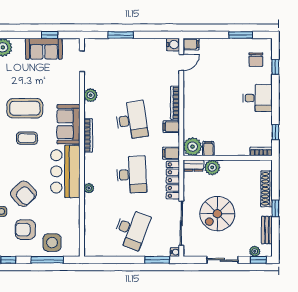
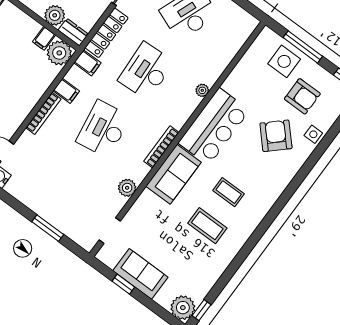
coffee table: (25, 108) -> (207, 226), width x0.73, depth x0.76

